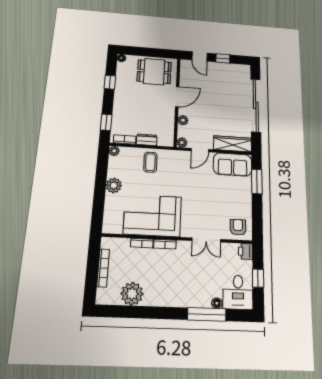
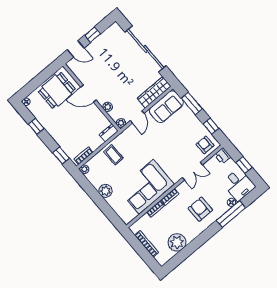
door: (177, 97) -> (88, 94), swing flipped
dresser: (147, 140) -> (109, 133), moved
window: (257, 216) -> (211, 126), added
armchair: (182, 282) -> (200, 209), added

